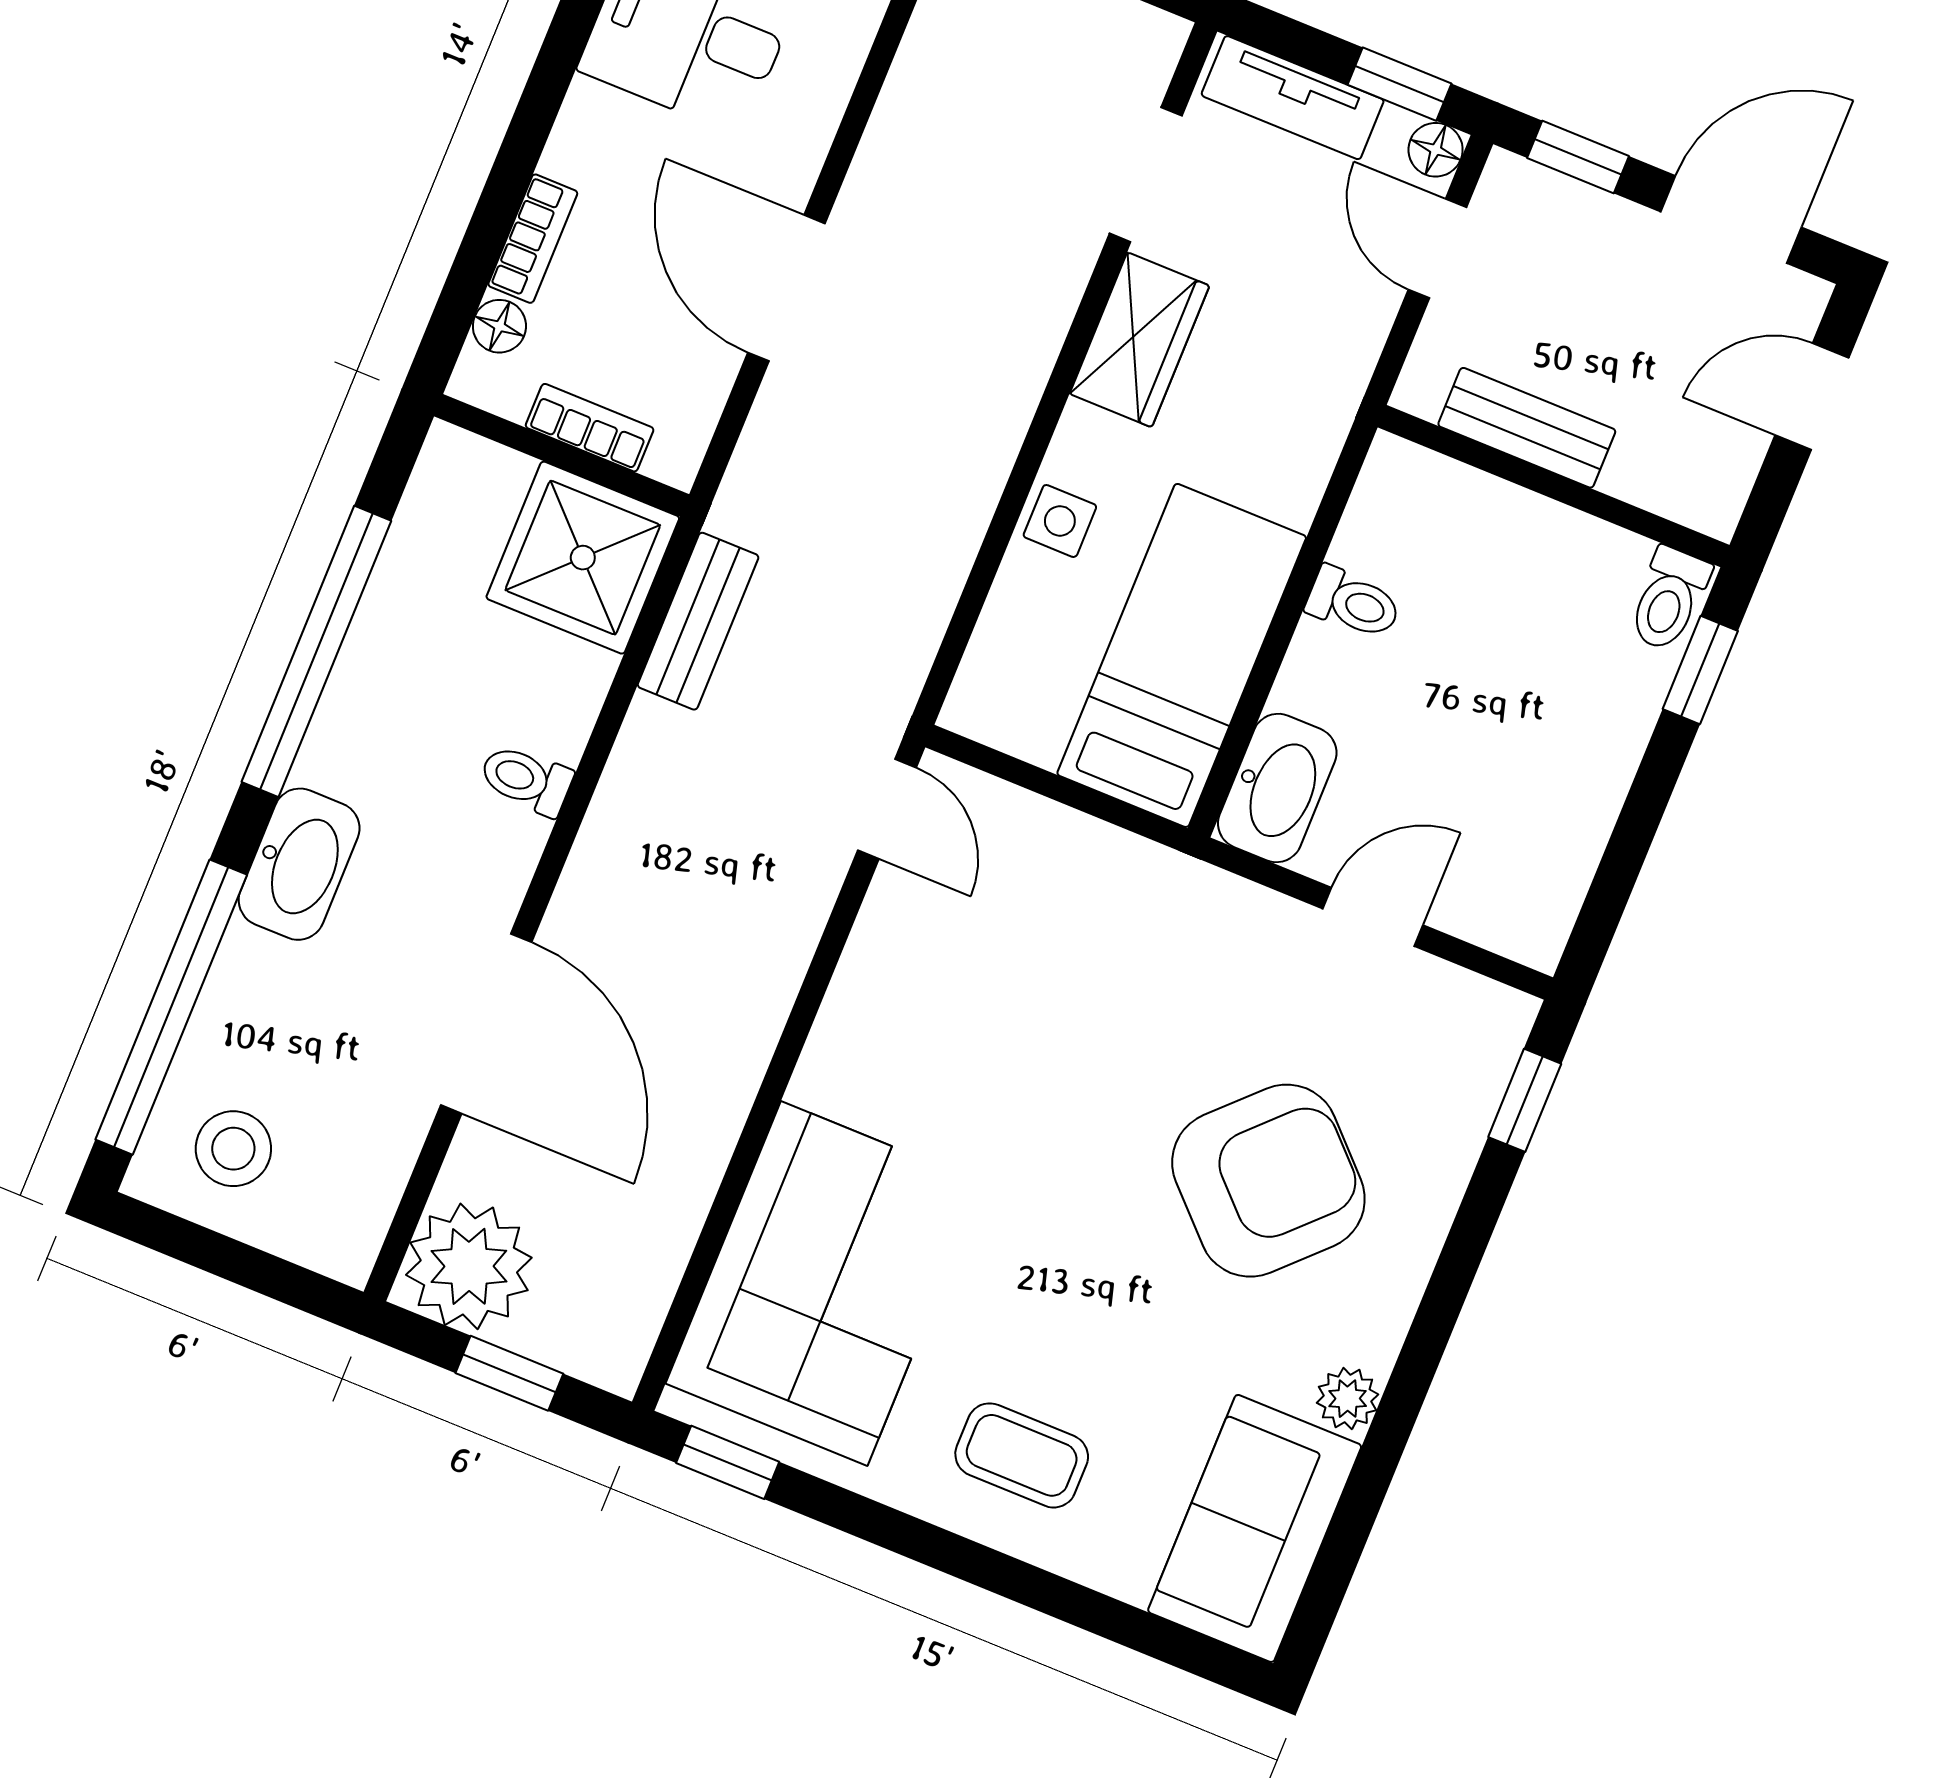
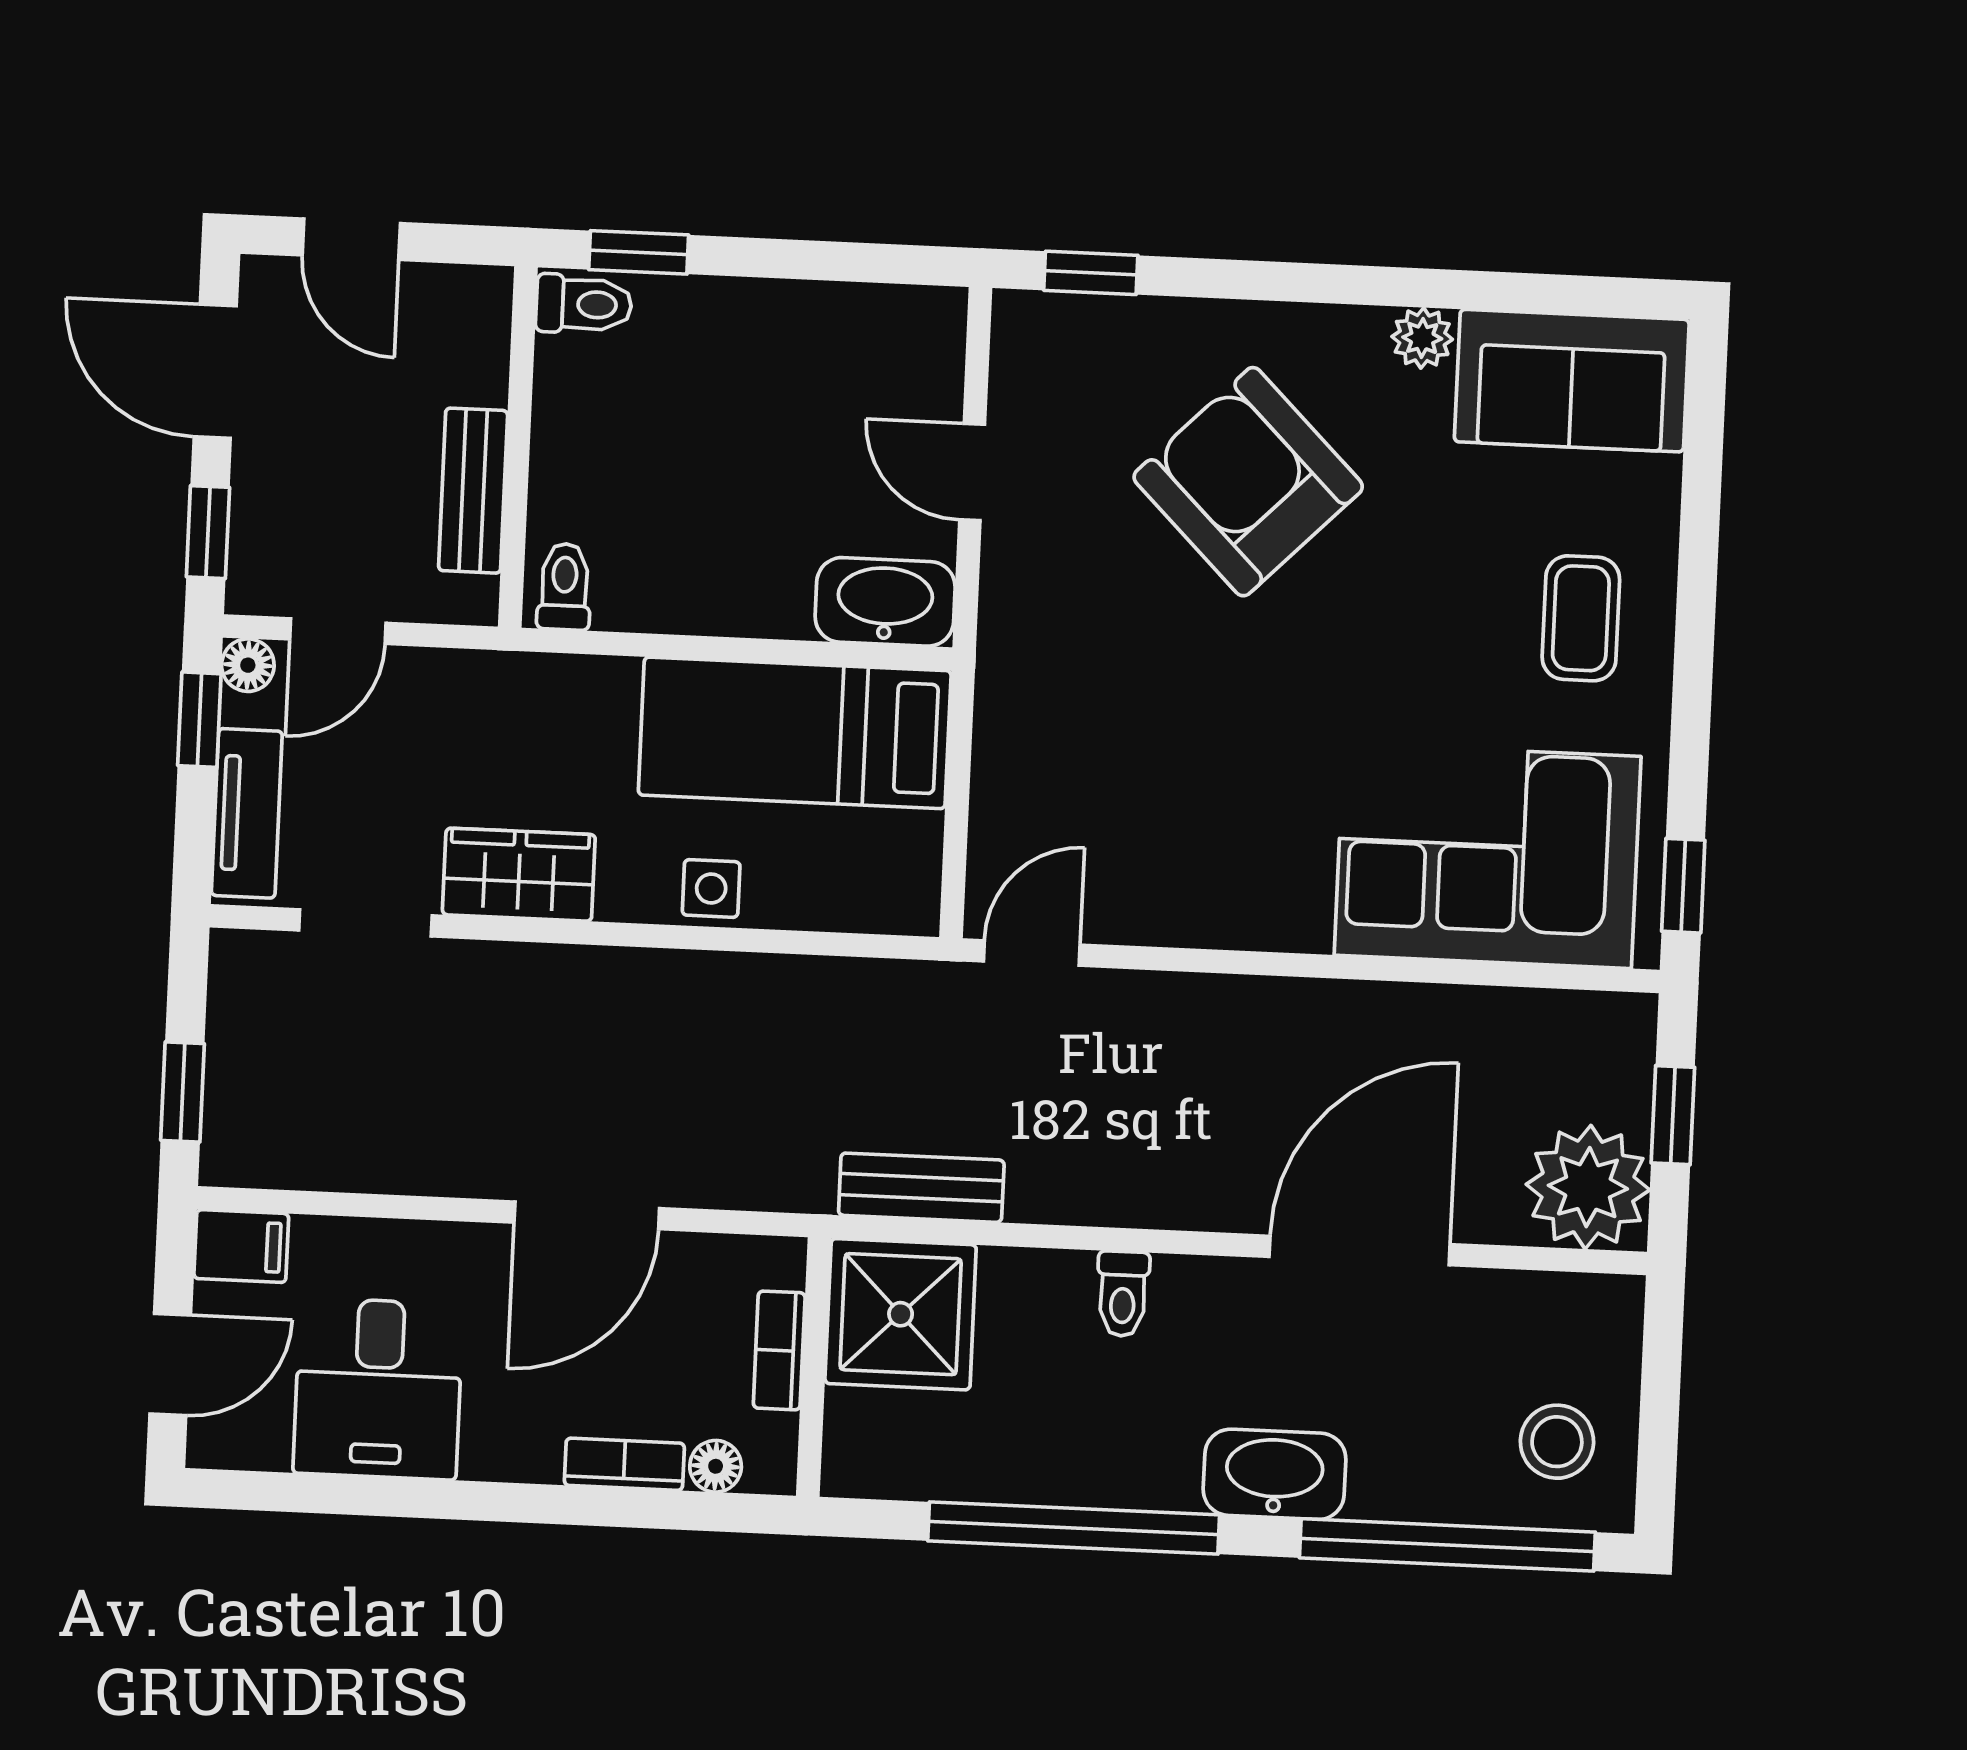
toilet: (1353, 603) -> (564, 587), moved

